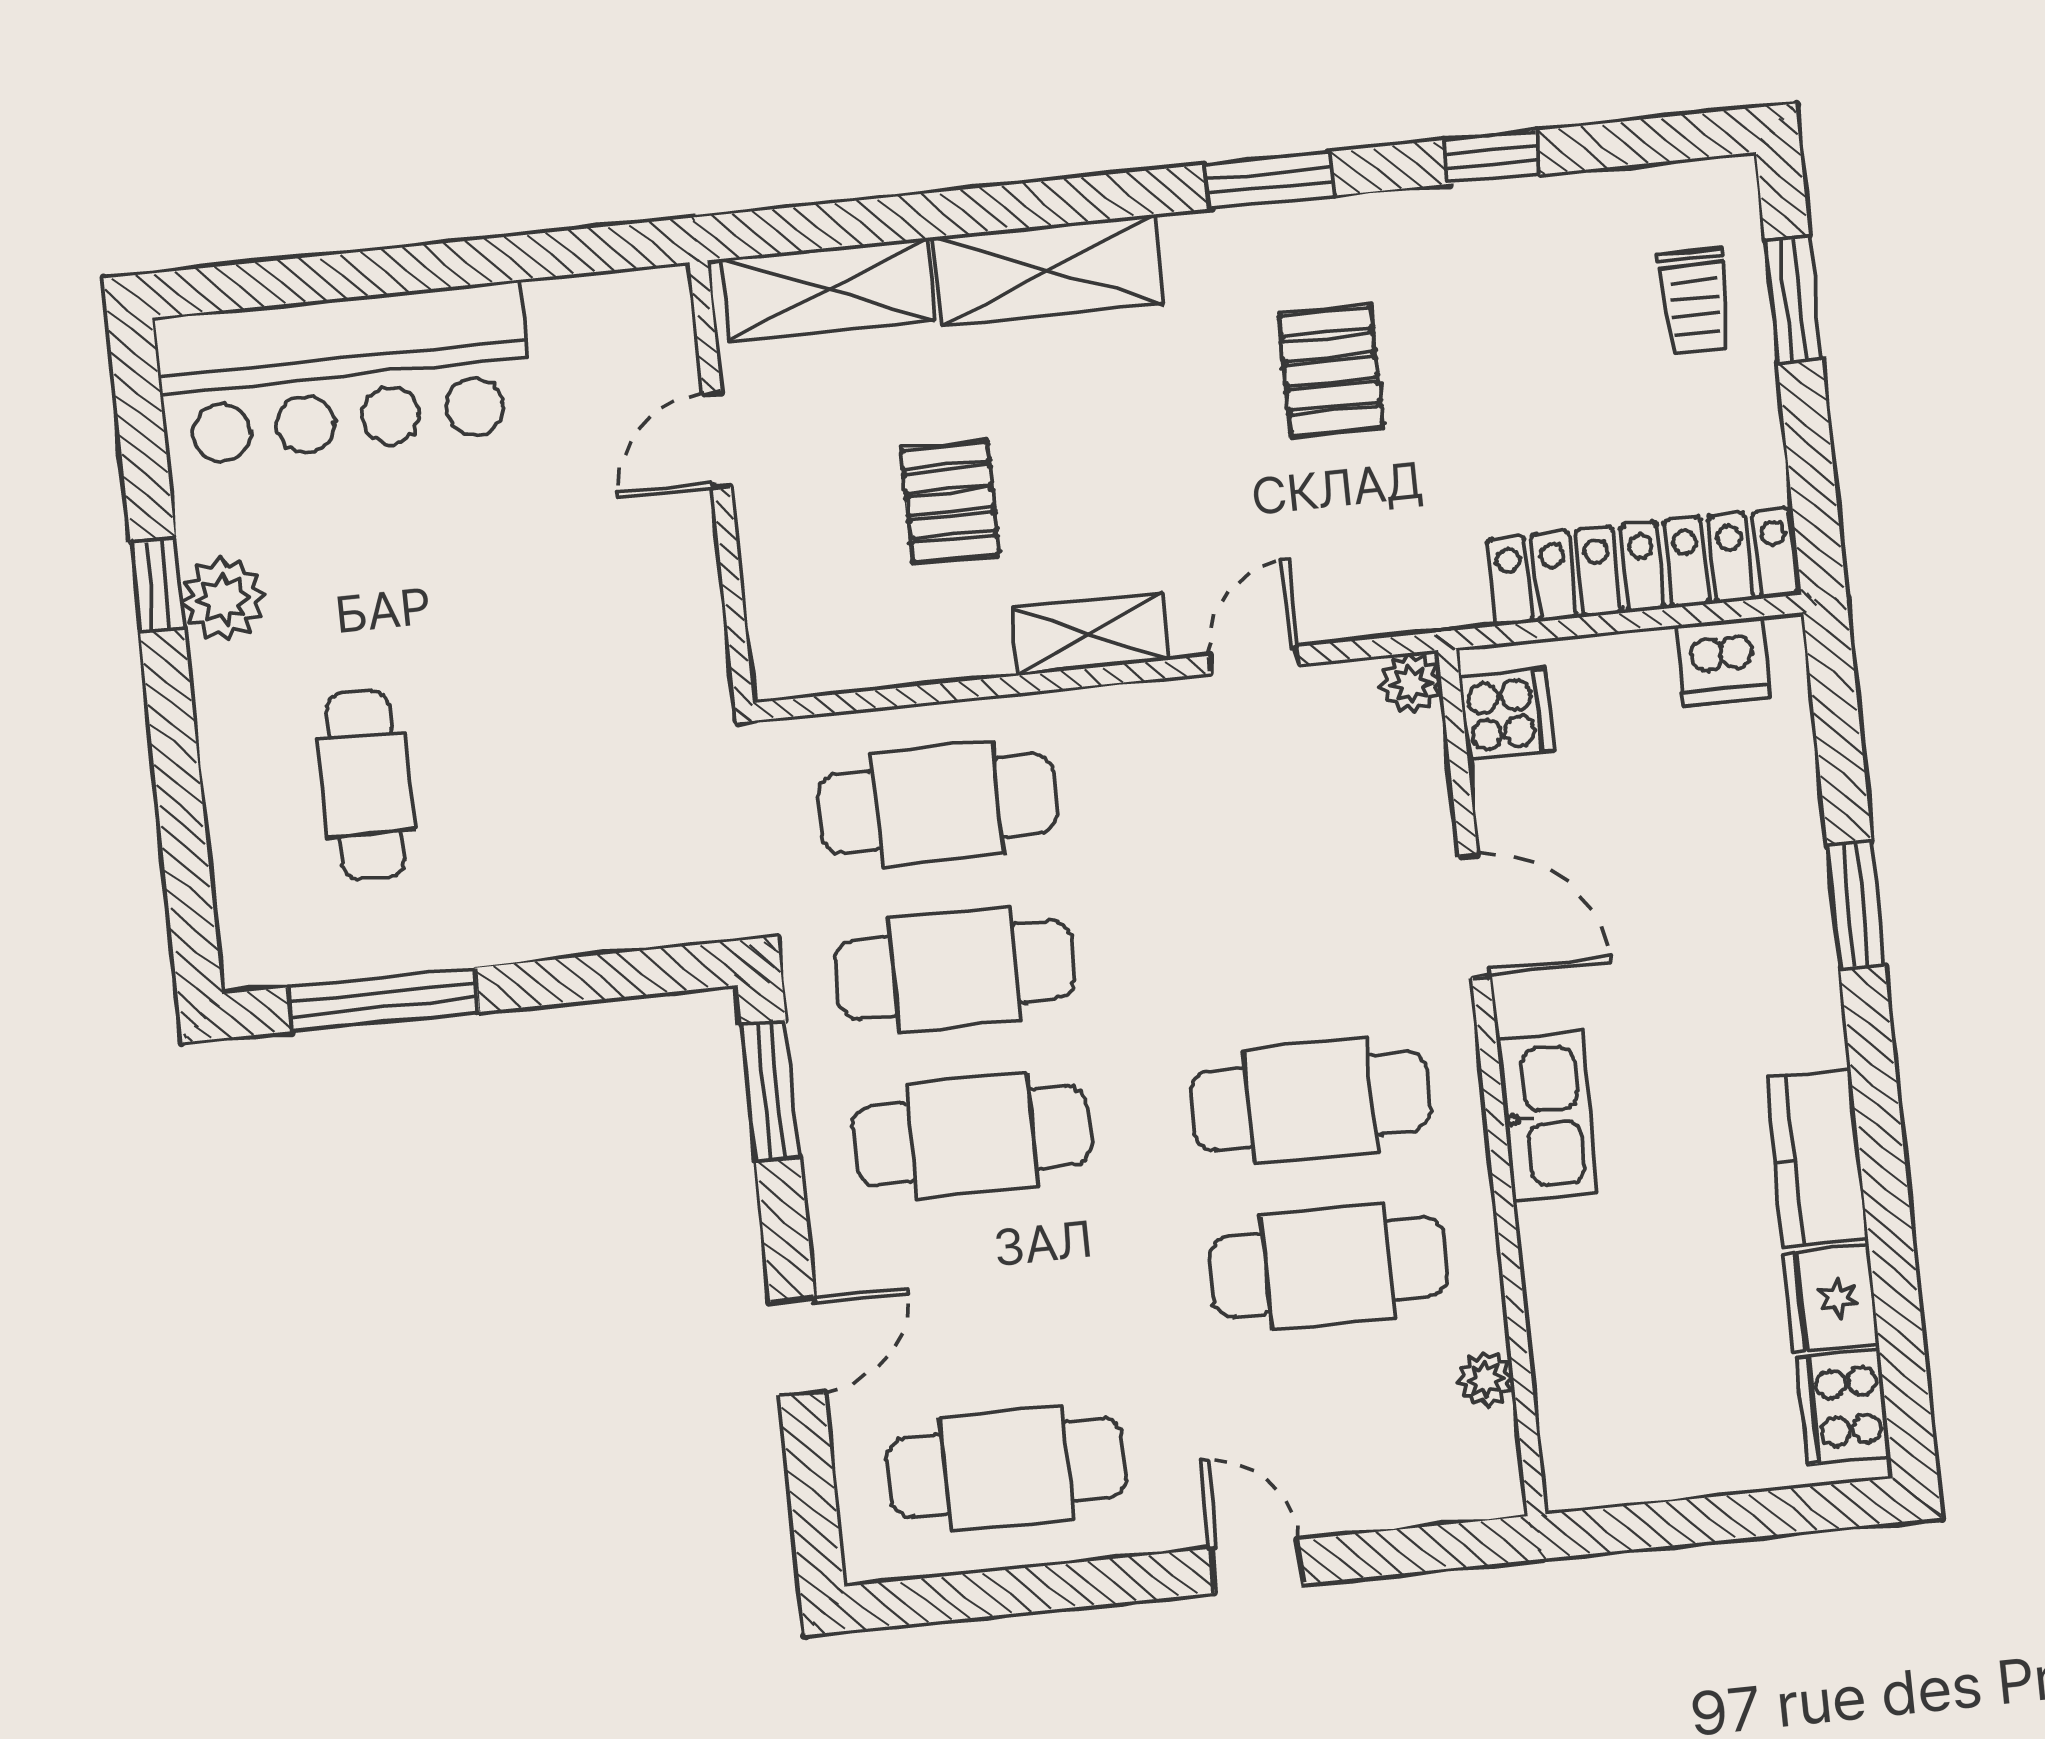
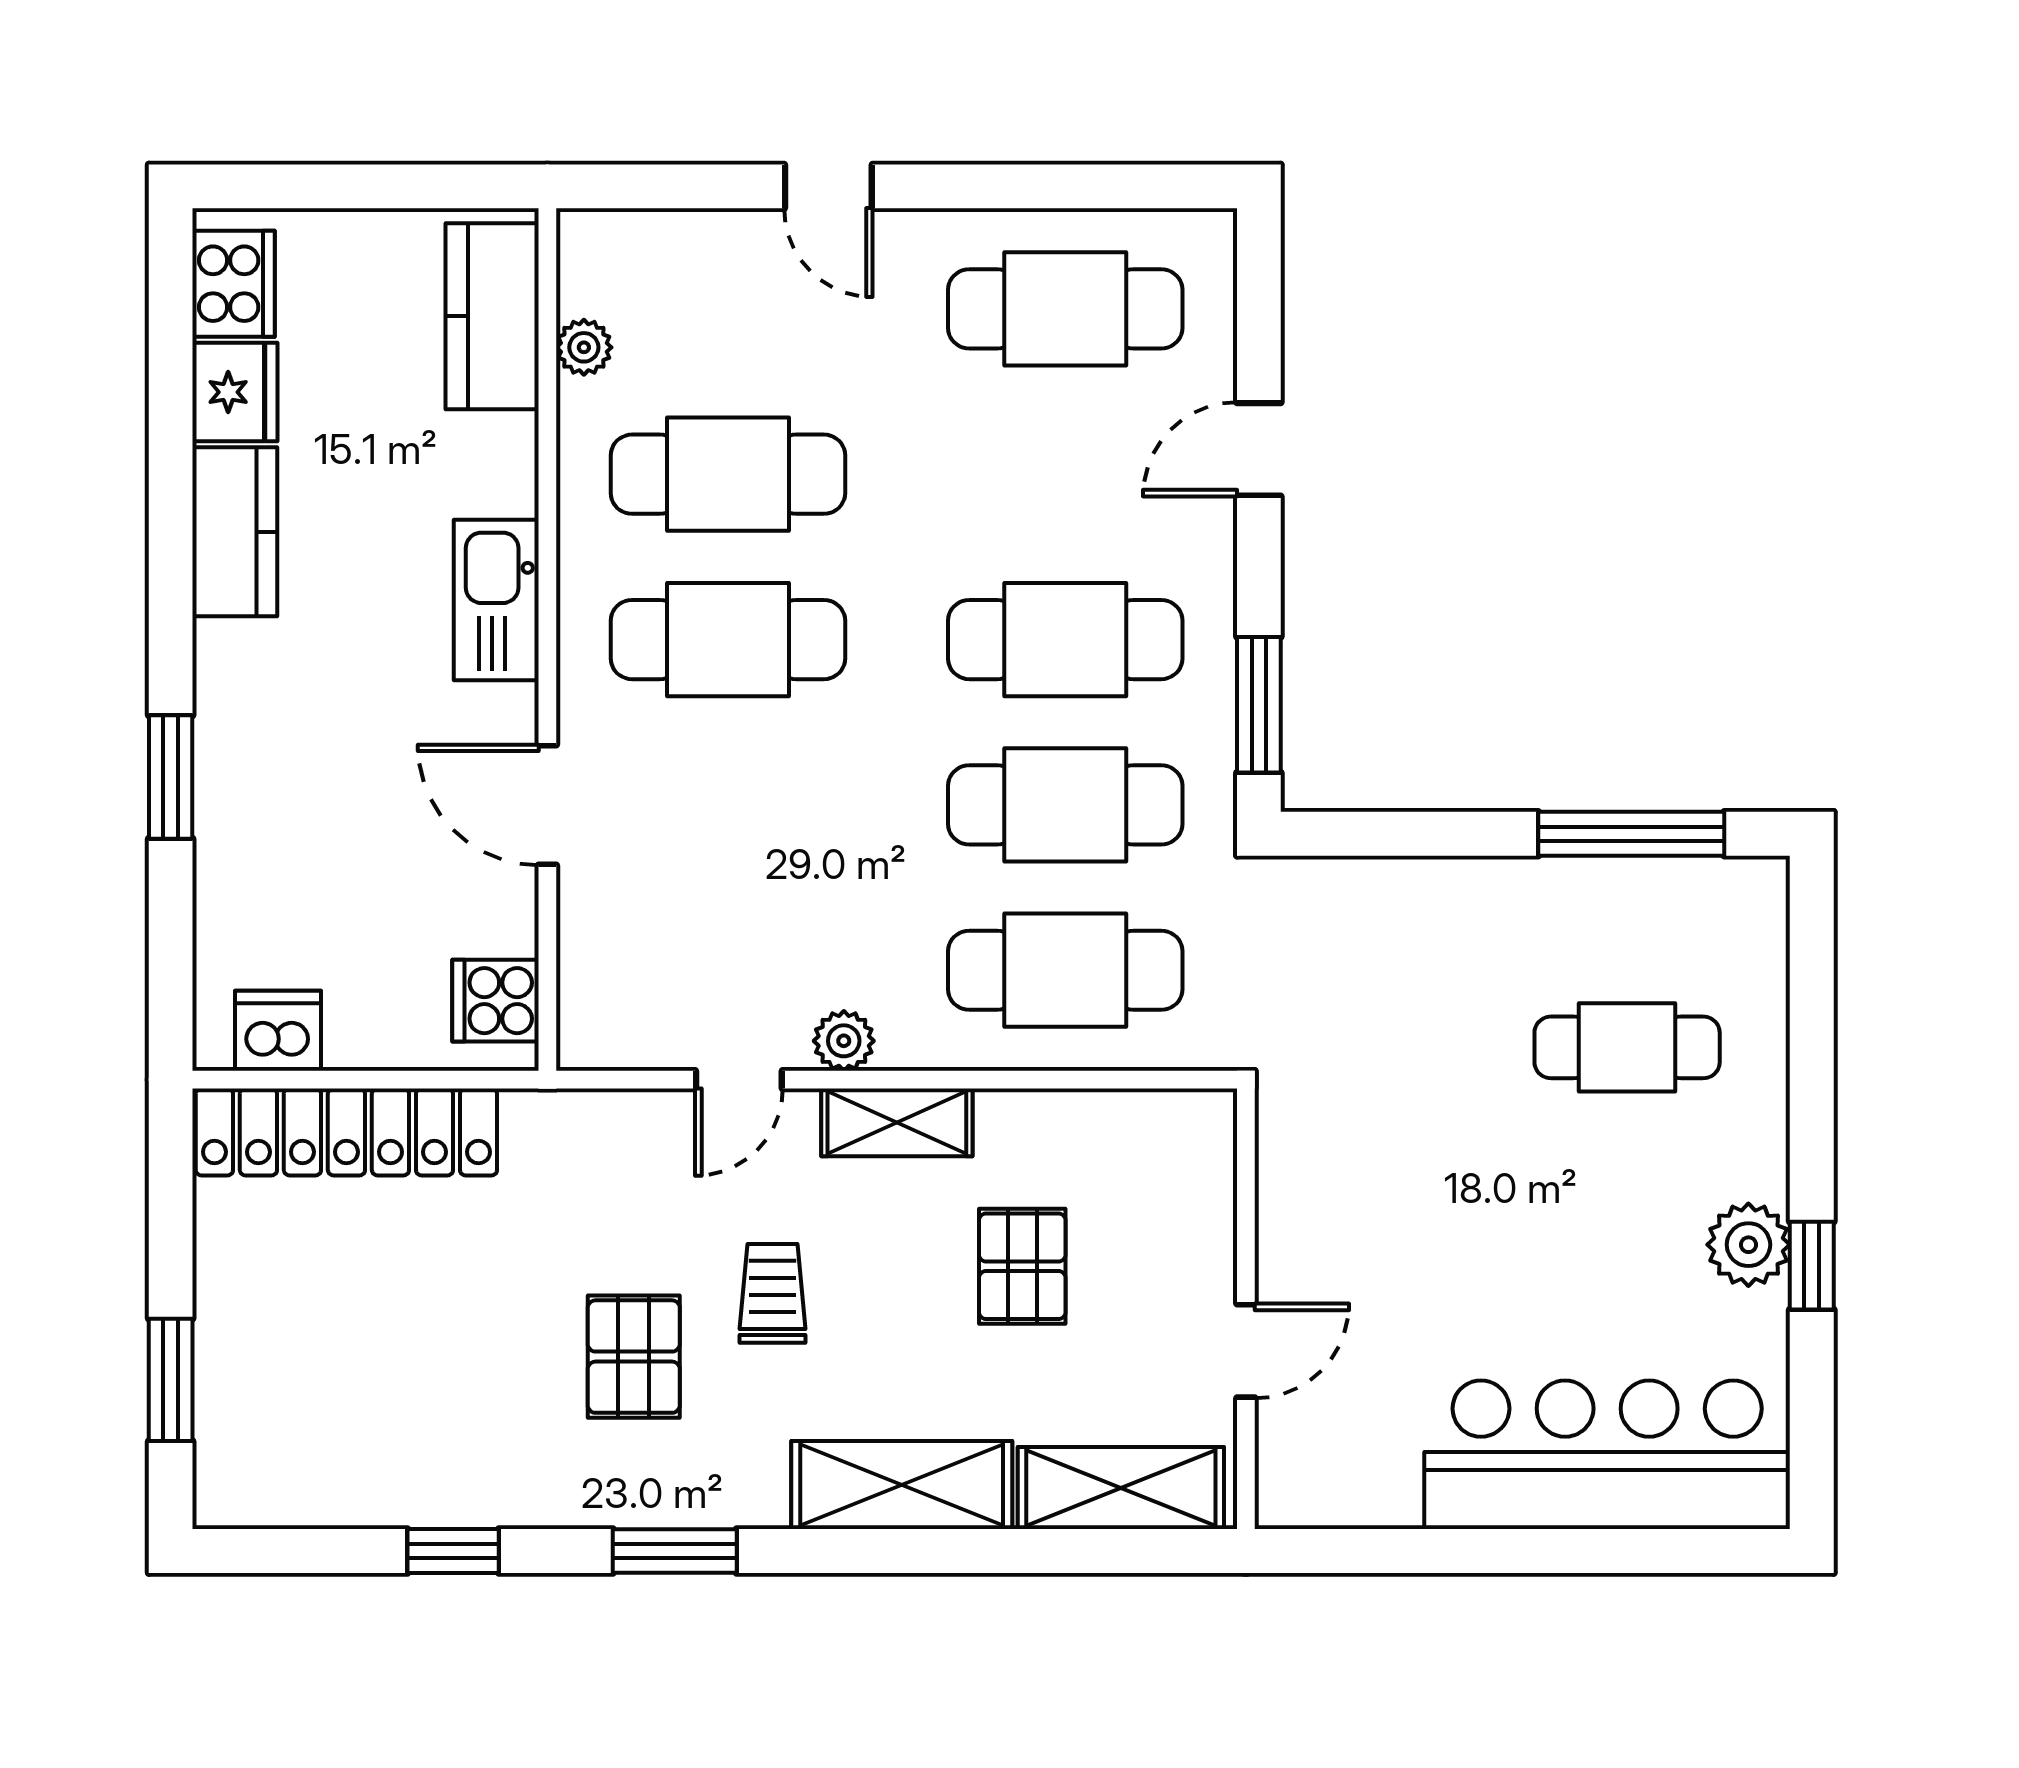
trolley: (1694, 301) -> (772, 1293), moved
plant: (1411, 683) -> (844, 1041), moved
cafe table: (366, 785) -> (1627, 1047), turned 90
kitchen counter: (1581, 1401) -> (492, 316), added

